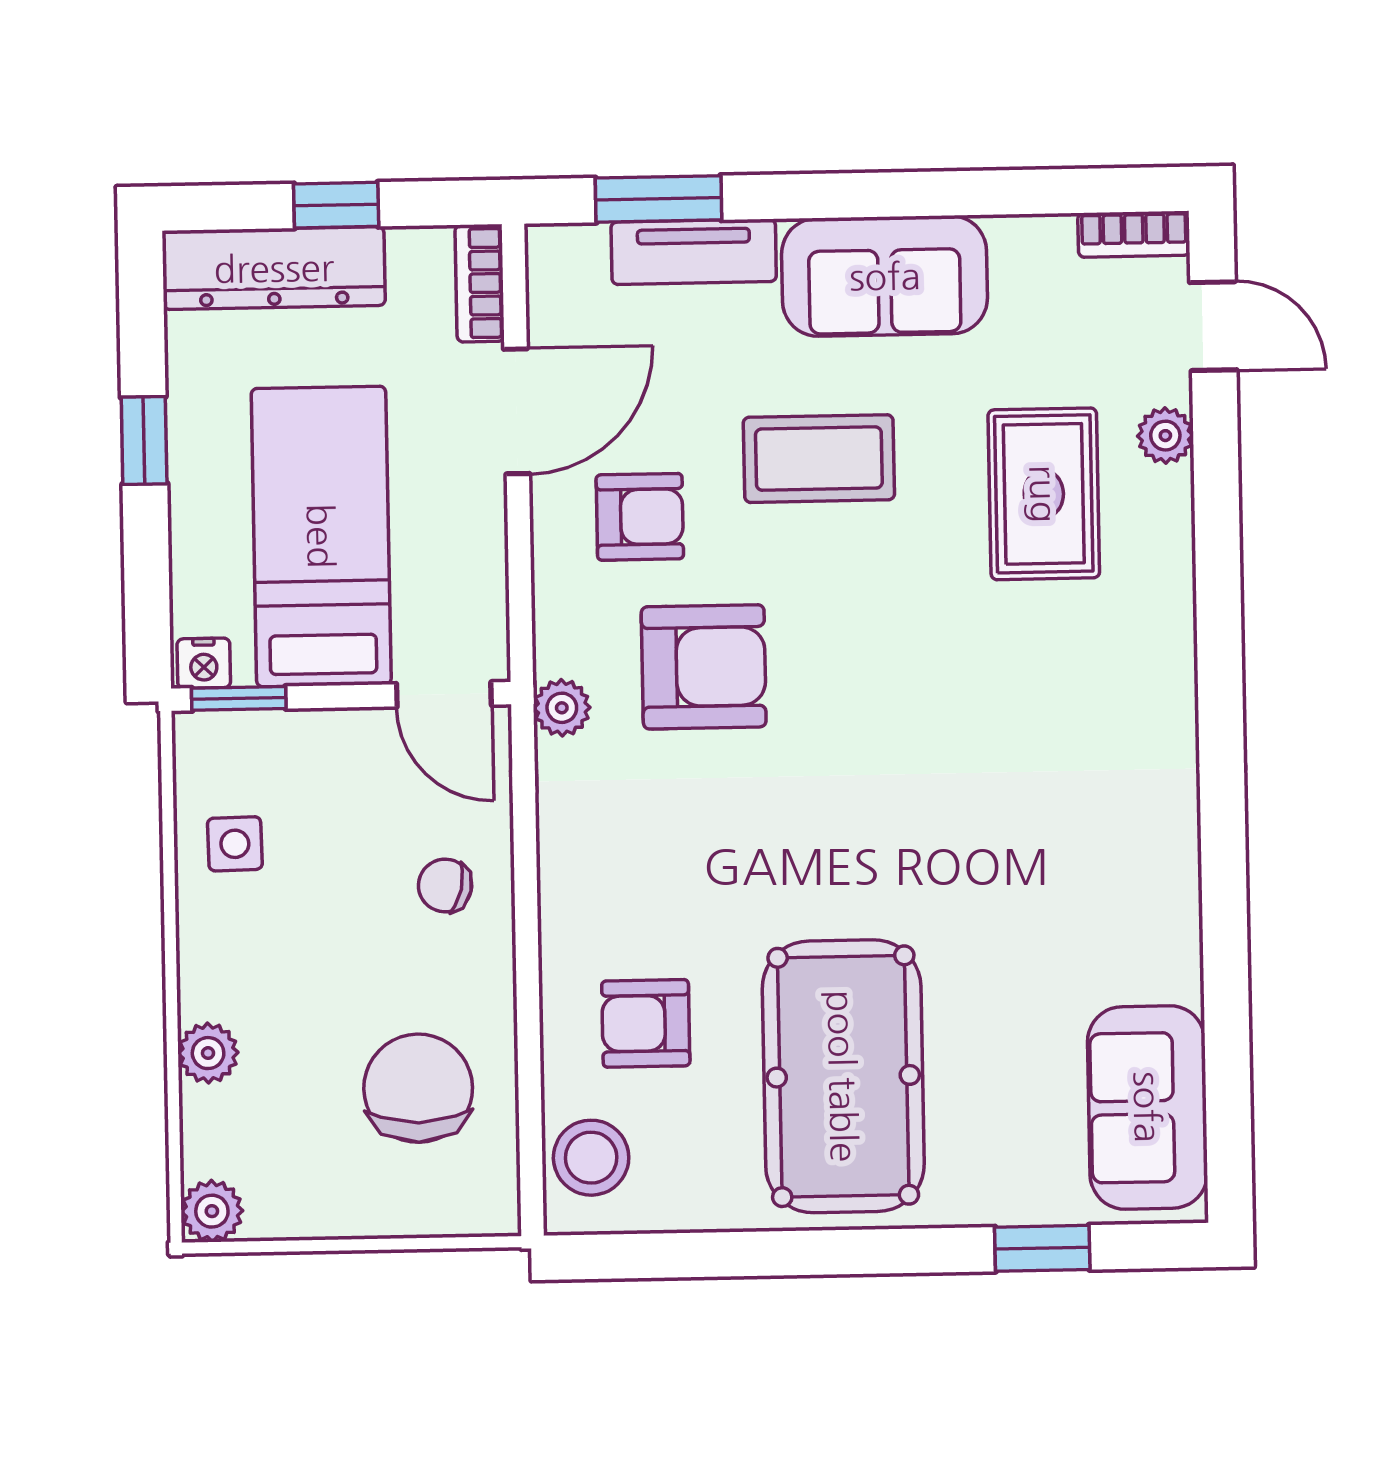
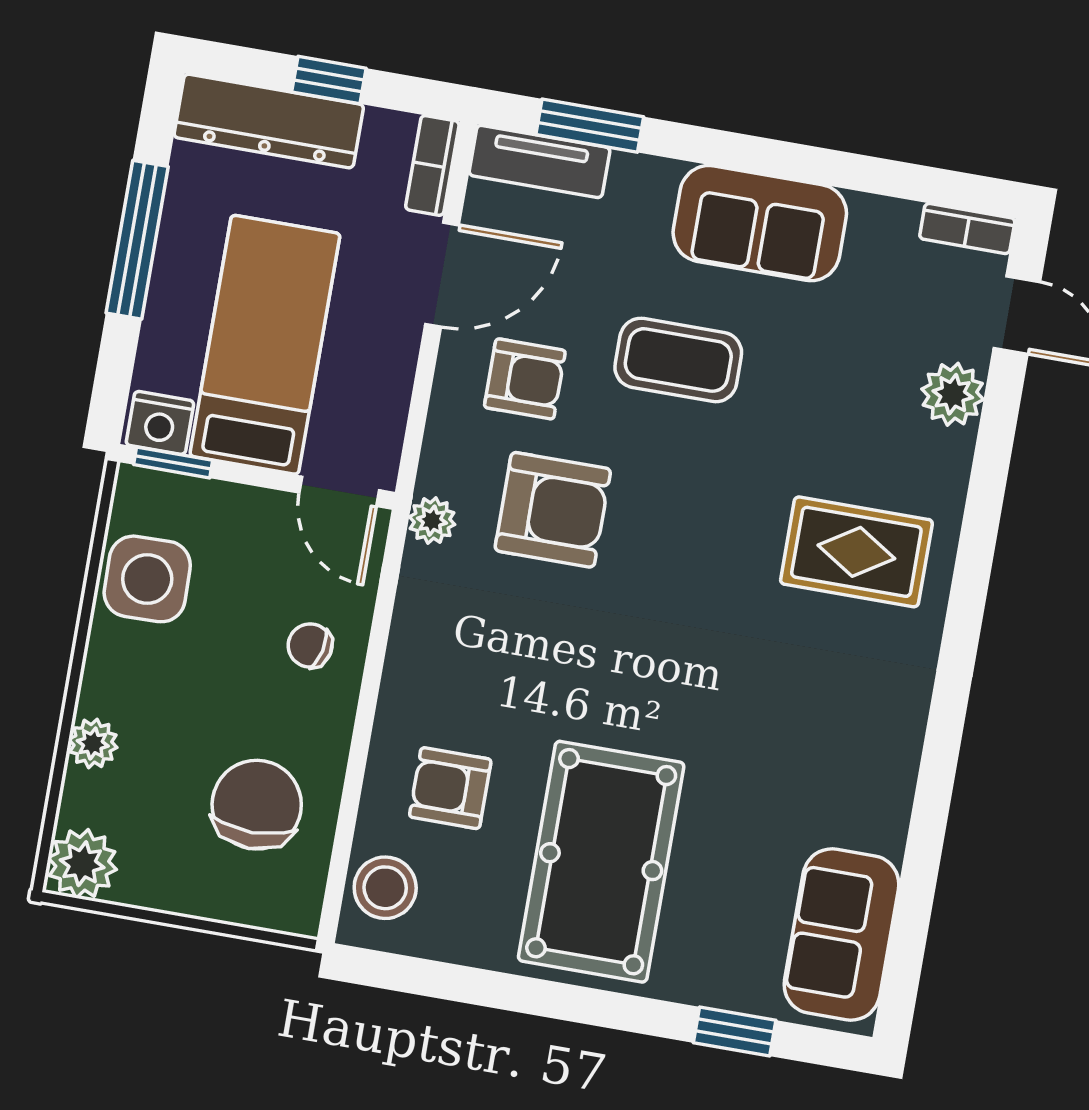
tv unit: (694, 252) -> (540, 161), moved
plant: (1165, 436) -> (953, 394), width x1.38, depth x1.38
window: (144, 440) -> (137, 240), width x2.17
rug: (1044, 494) -> (856, 552), moved, turned 90
nightstand: (204, 663) -> (160, 423), width x1.39, depth x1.35
side table: (235, 844) -> (147, 579), width x1.87, depth x1.87
plant: (212, 1211) -> (82, 864), width x1.38, depth x1.38

